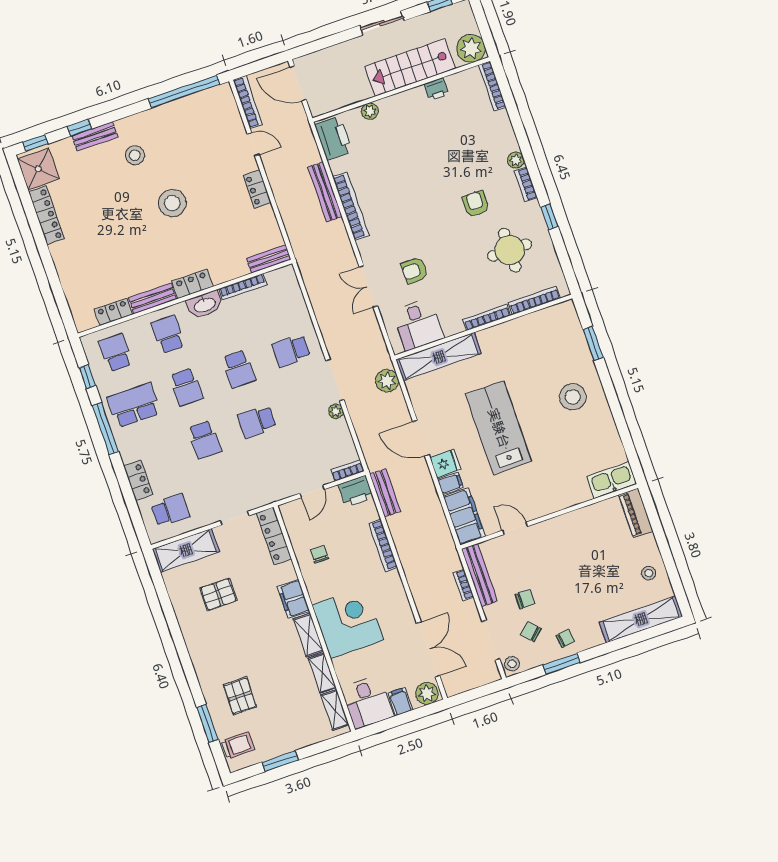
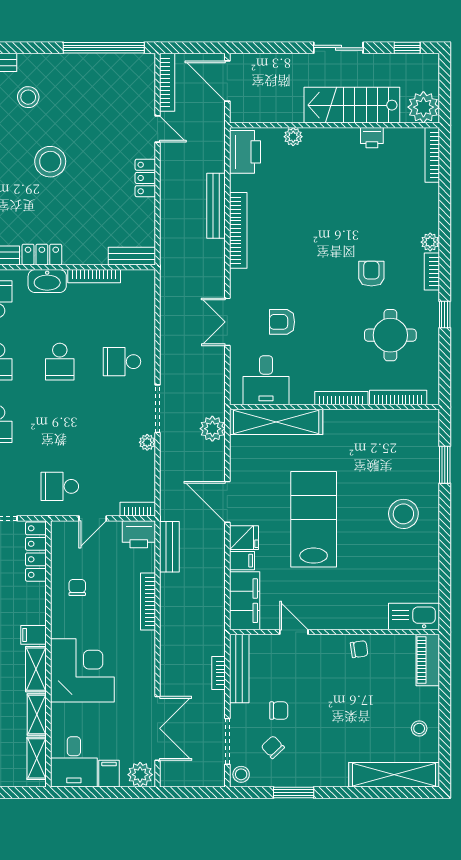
school desk: (257, 421) -> (60, 486), moved
filing cabinet: (294, 599) -> (33, 635), width x0.50
chair: (565, 638) -> (359, 649), moved

